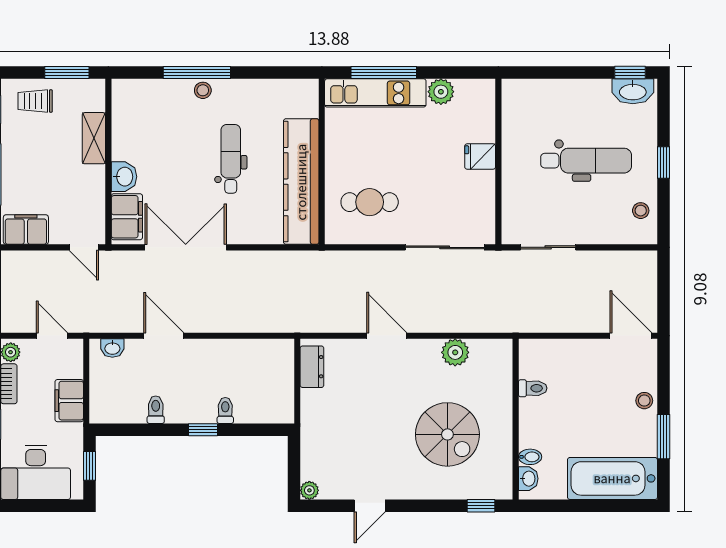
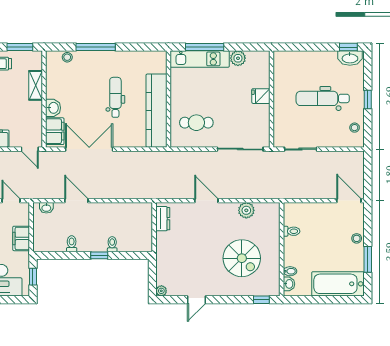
stool: (203, 90) -> (67, 57), moved
dental chair: (586, 161) -> (323, 98), turned 180

